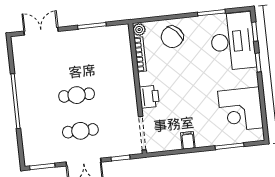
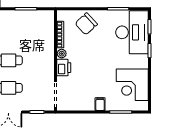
plant: (139, 30) -> (62, 54), moved
filing cabinet: (188, 140) -> (100, 104), moved

